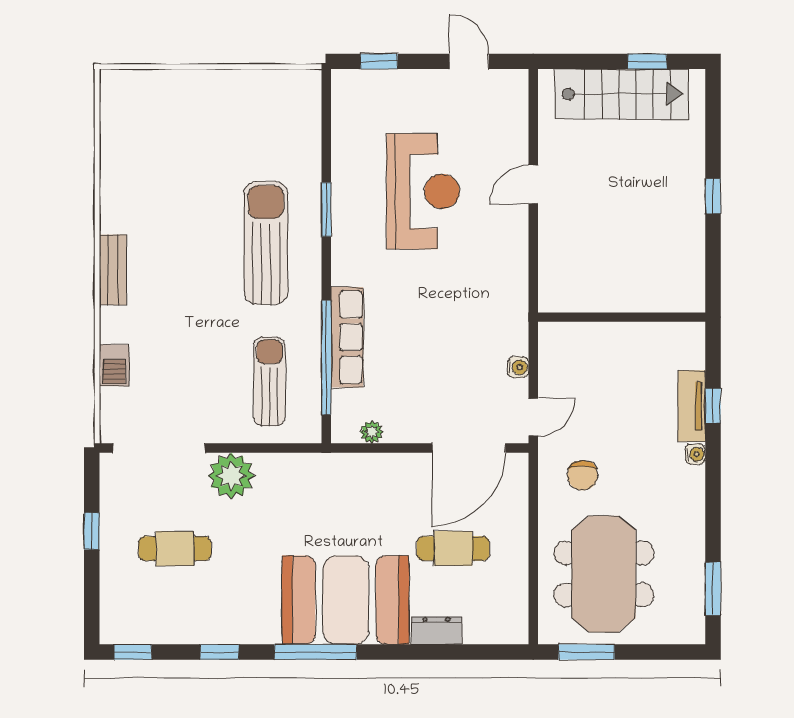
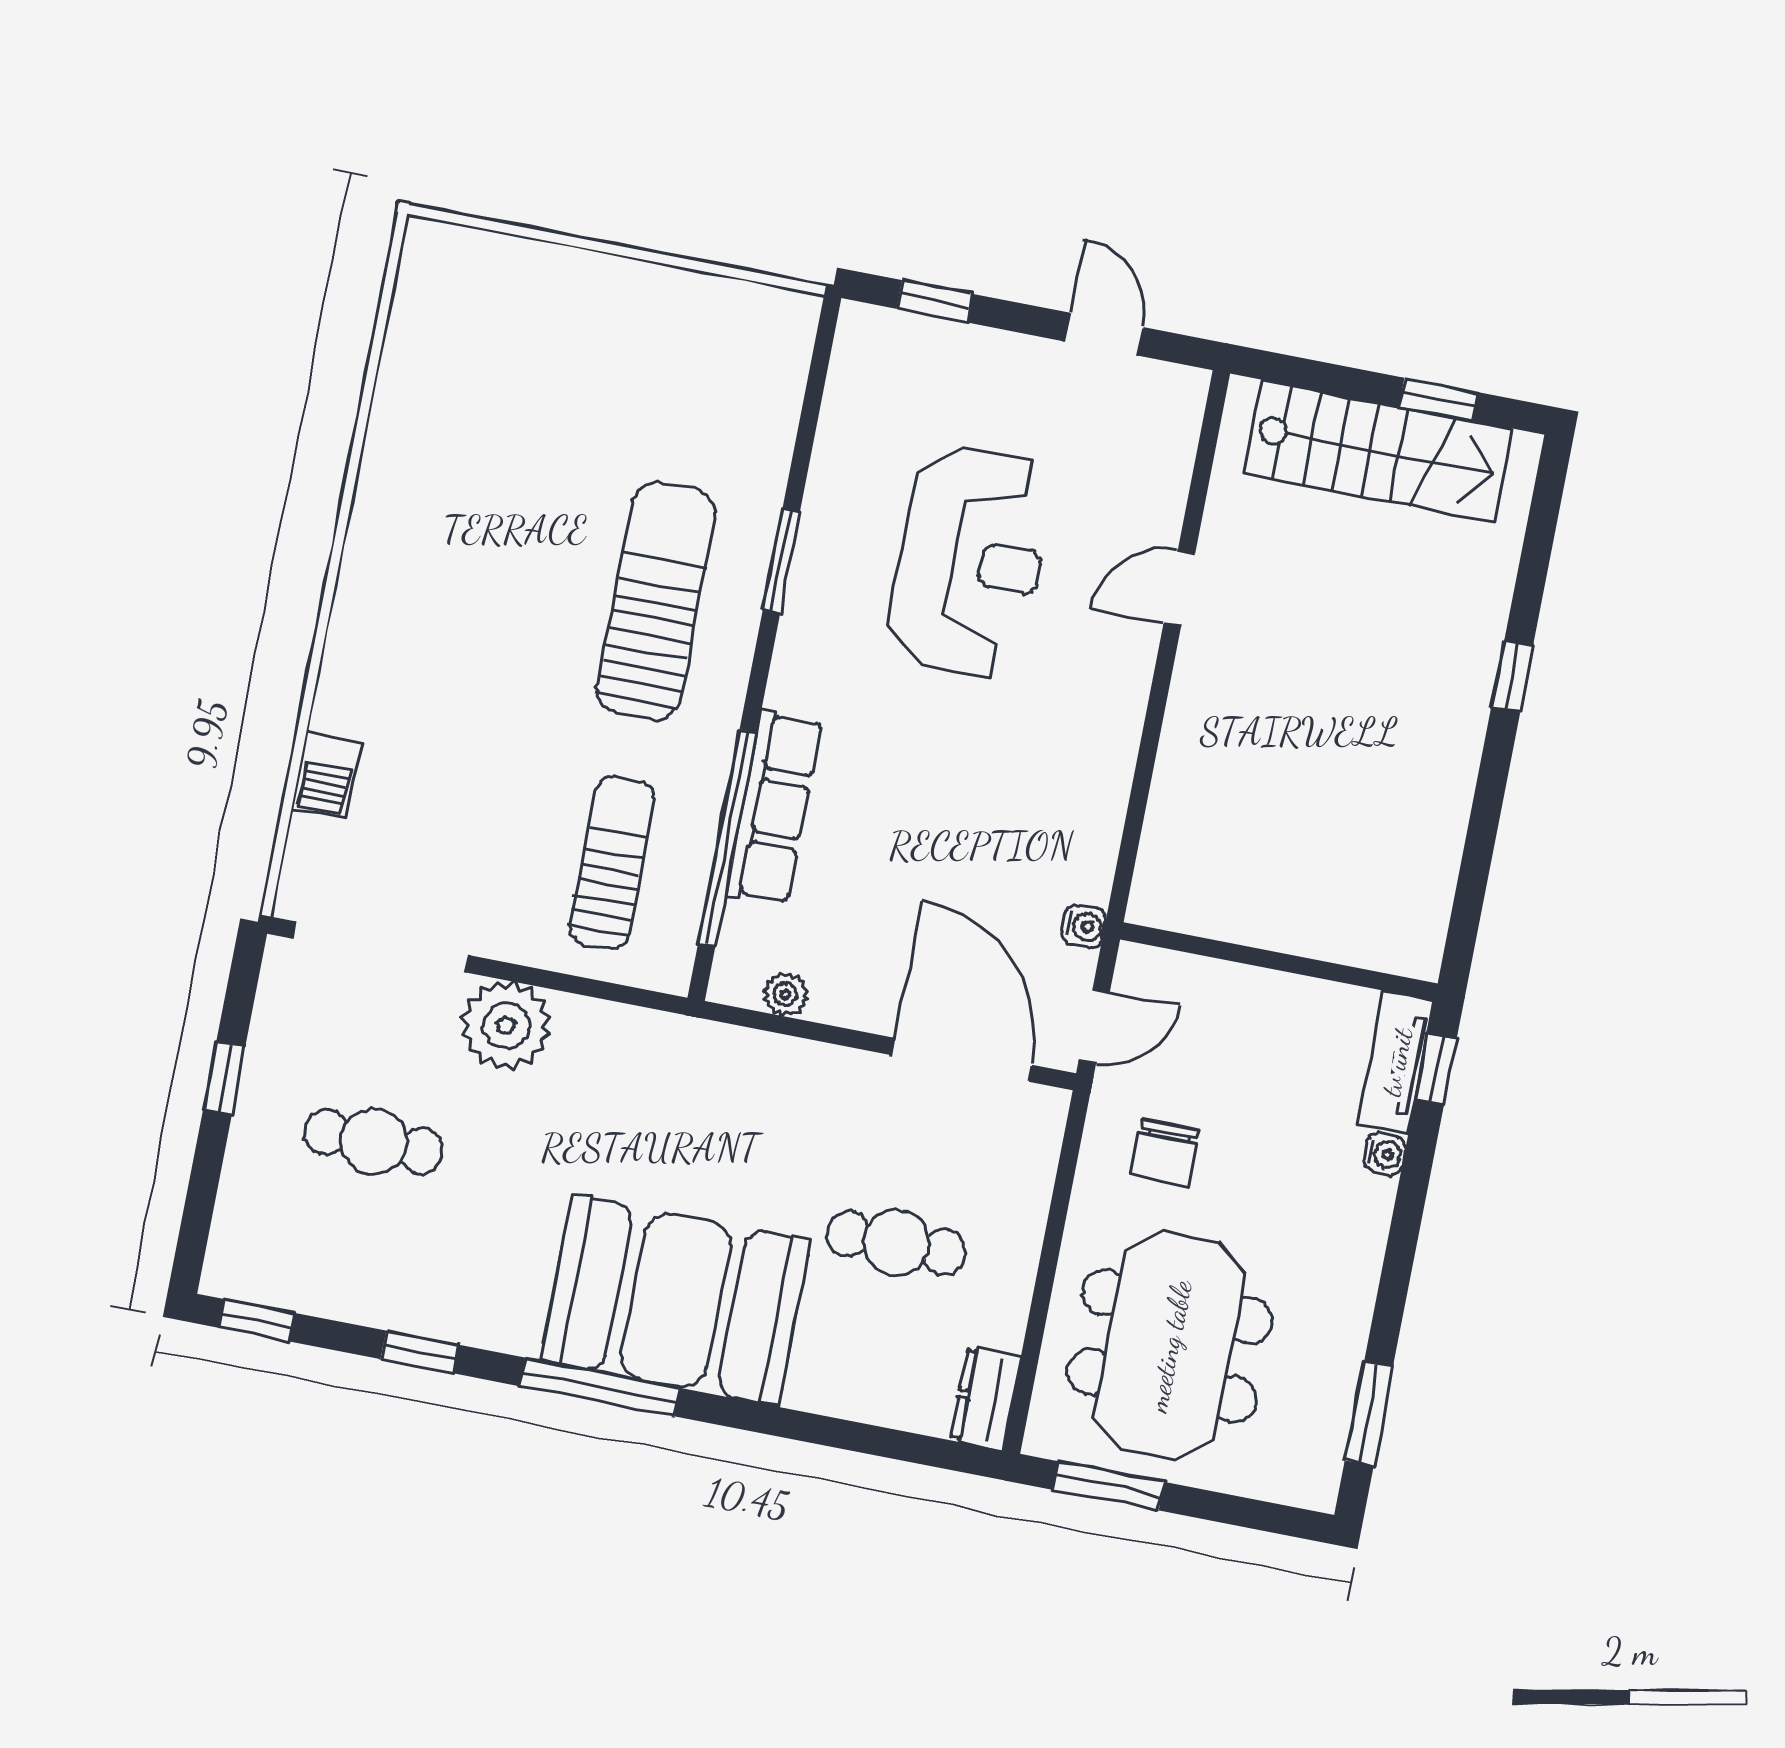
bench: (113, 270) -> (359, 596), removed
wall: (622, 317) -> (1279, 961), moved
door: (469, 448) -> (962, 1060), swing flipped
dresser: (436, 630) -> (986, 1398), moved, turned -90

